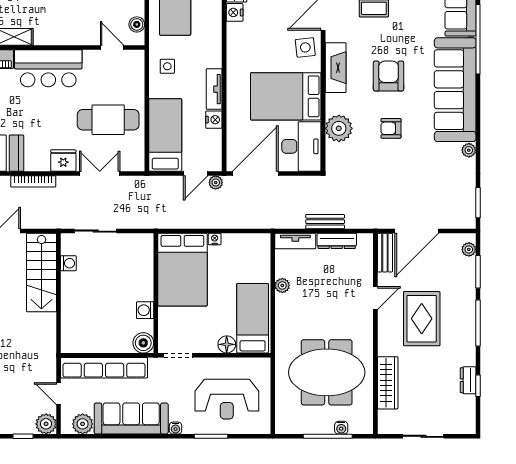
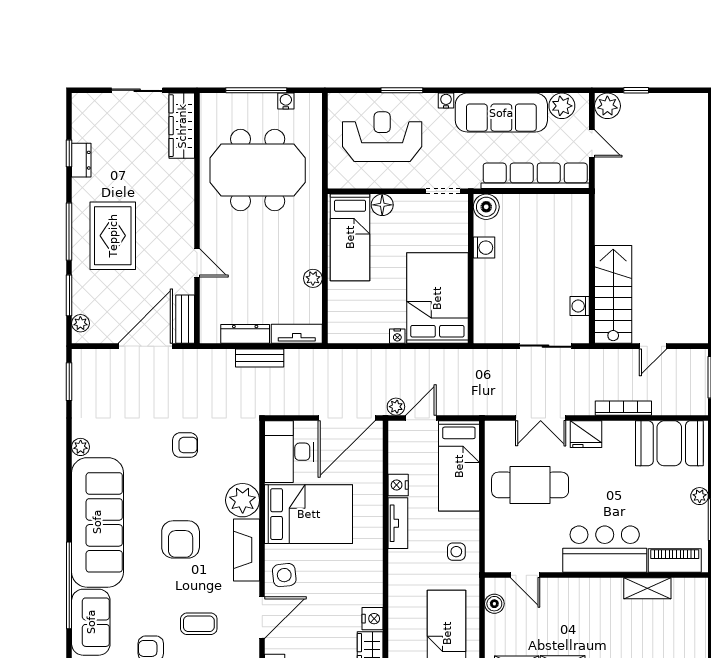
plant: (339, 128) -> (243, 500), moved
armchair: (391, 128) -> (185, 445), moved
door: (375, 298) -> (197, 263), swing flipped
rug: (422, 319) -> (113, 236), moved
wardrobe: (388, 383) -> (182, 126), moved
water cooler: (341, 428) -> (286, 101), moved

